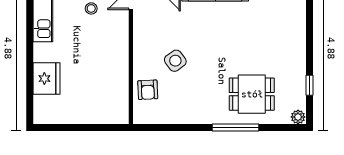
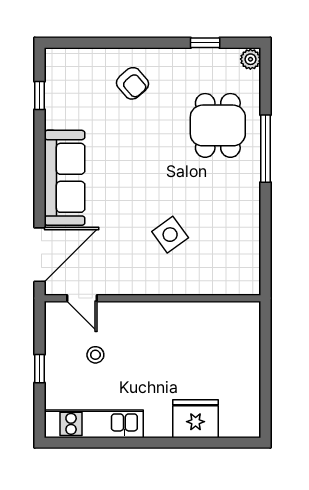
armchair: (148, 90) -> (133, 83), moved, turned 52

